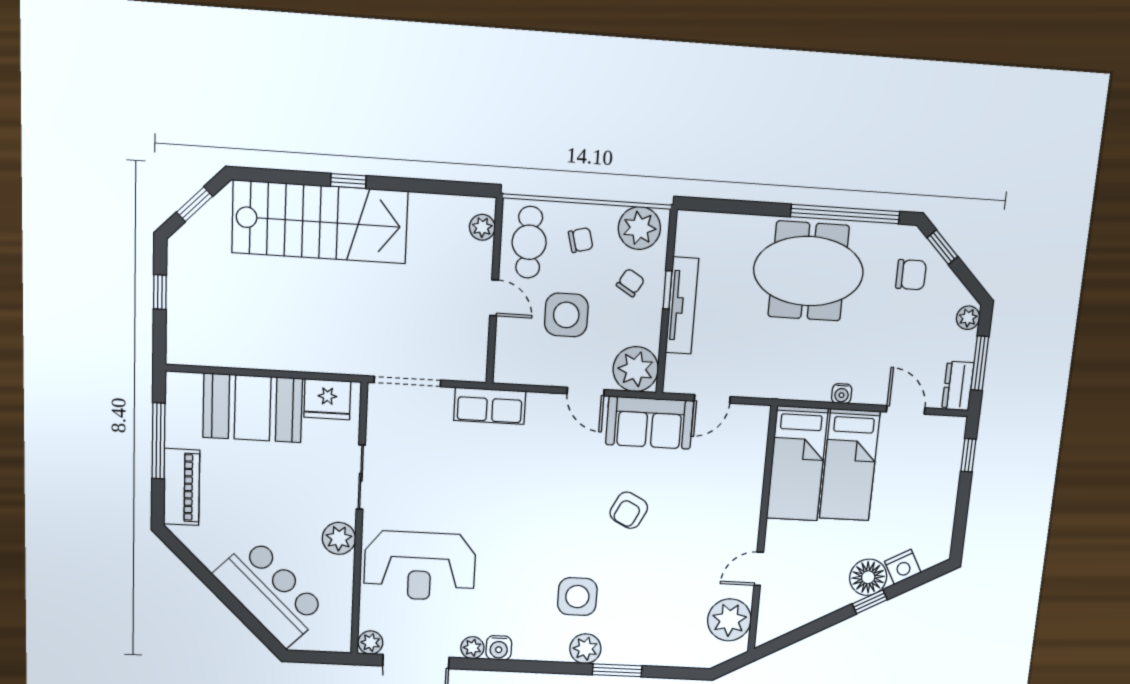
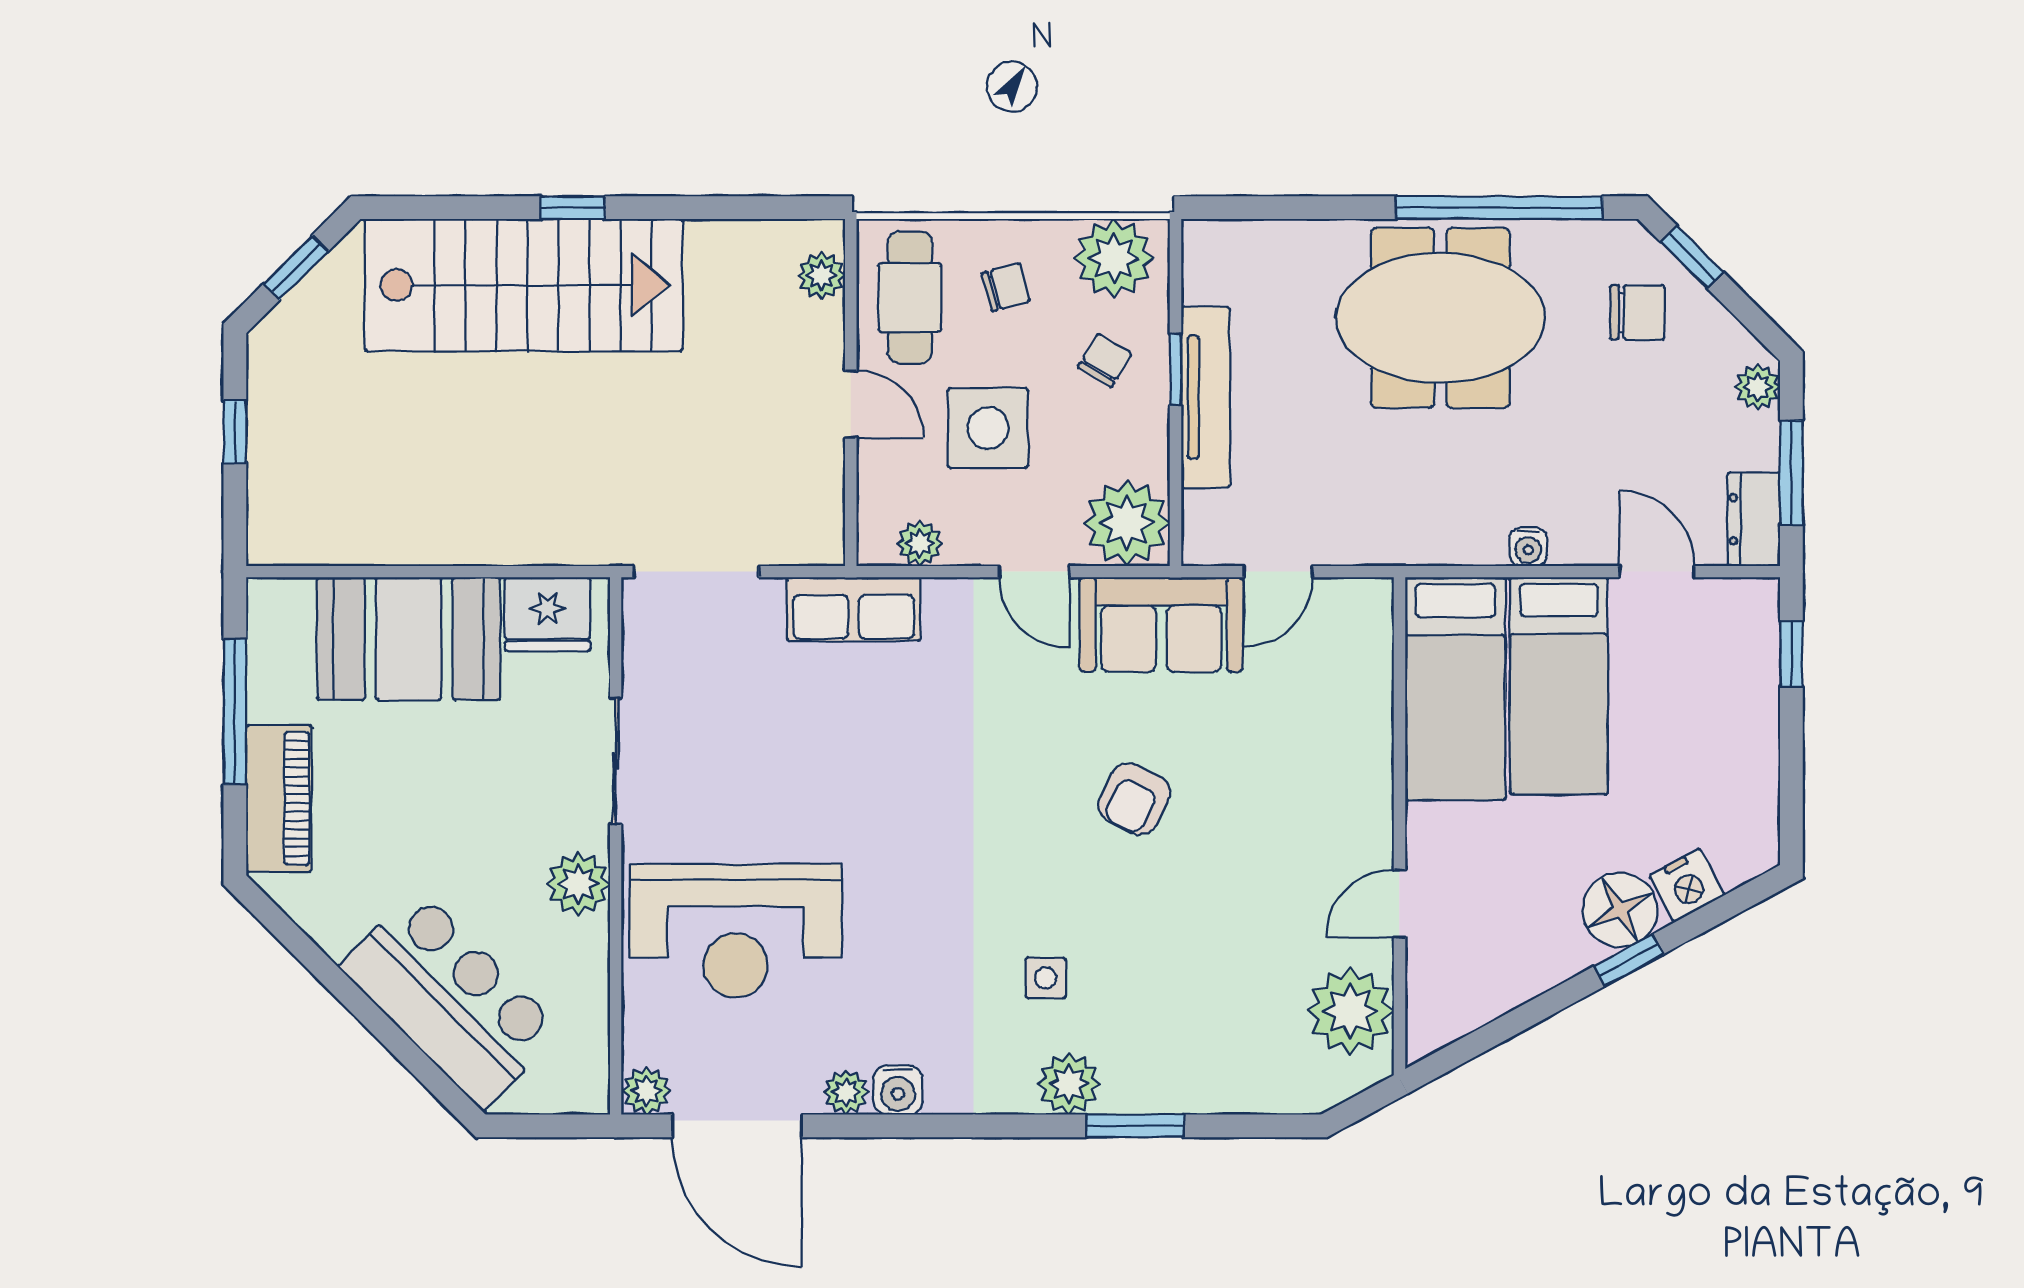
plant: (526, 373) -> (920, 543), added
side table: (577, 597) -> (1046, 978), width x0.54, depth x0.54

